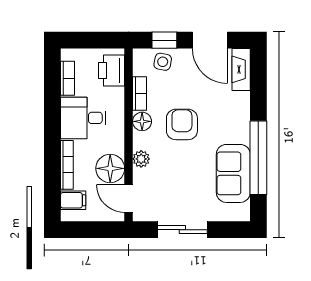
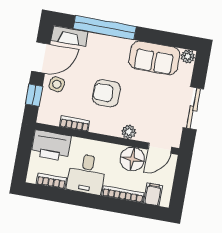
side table: (163, 62) -> (57, 84), moved
printer: (112, 70) -> (51, 146), width x1.37, depth x1.19
floor lamp: (142, 121) -> (98, 126), removed
window: (258, 158) -> (105, 28), moved
plant: (242, 212) -> (188, 56), added

